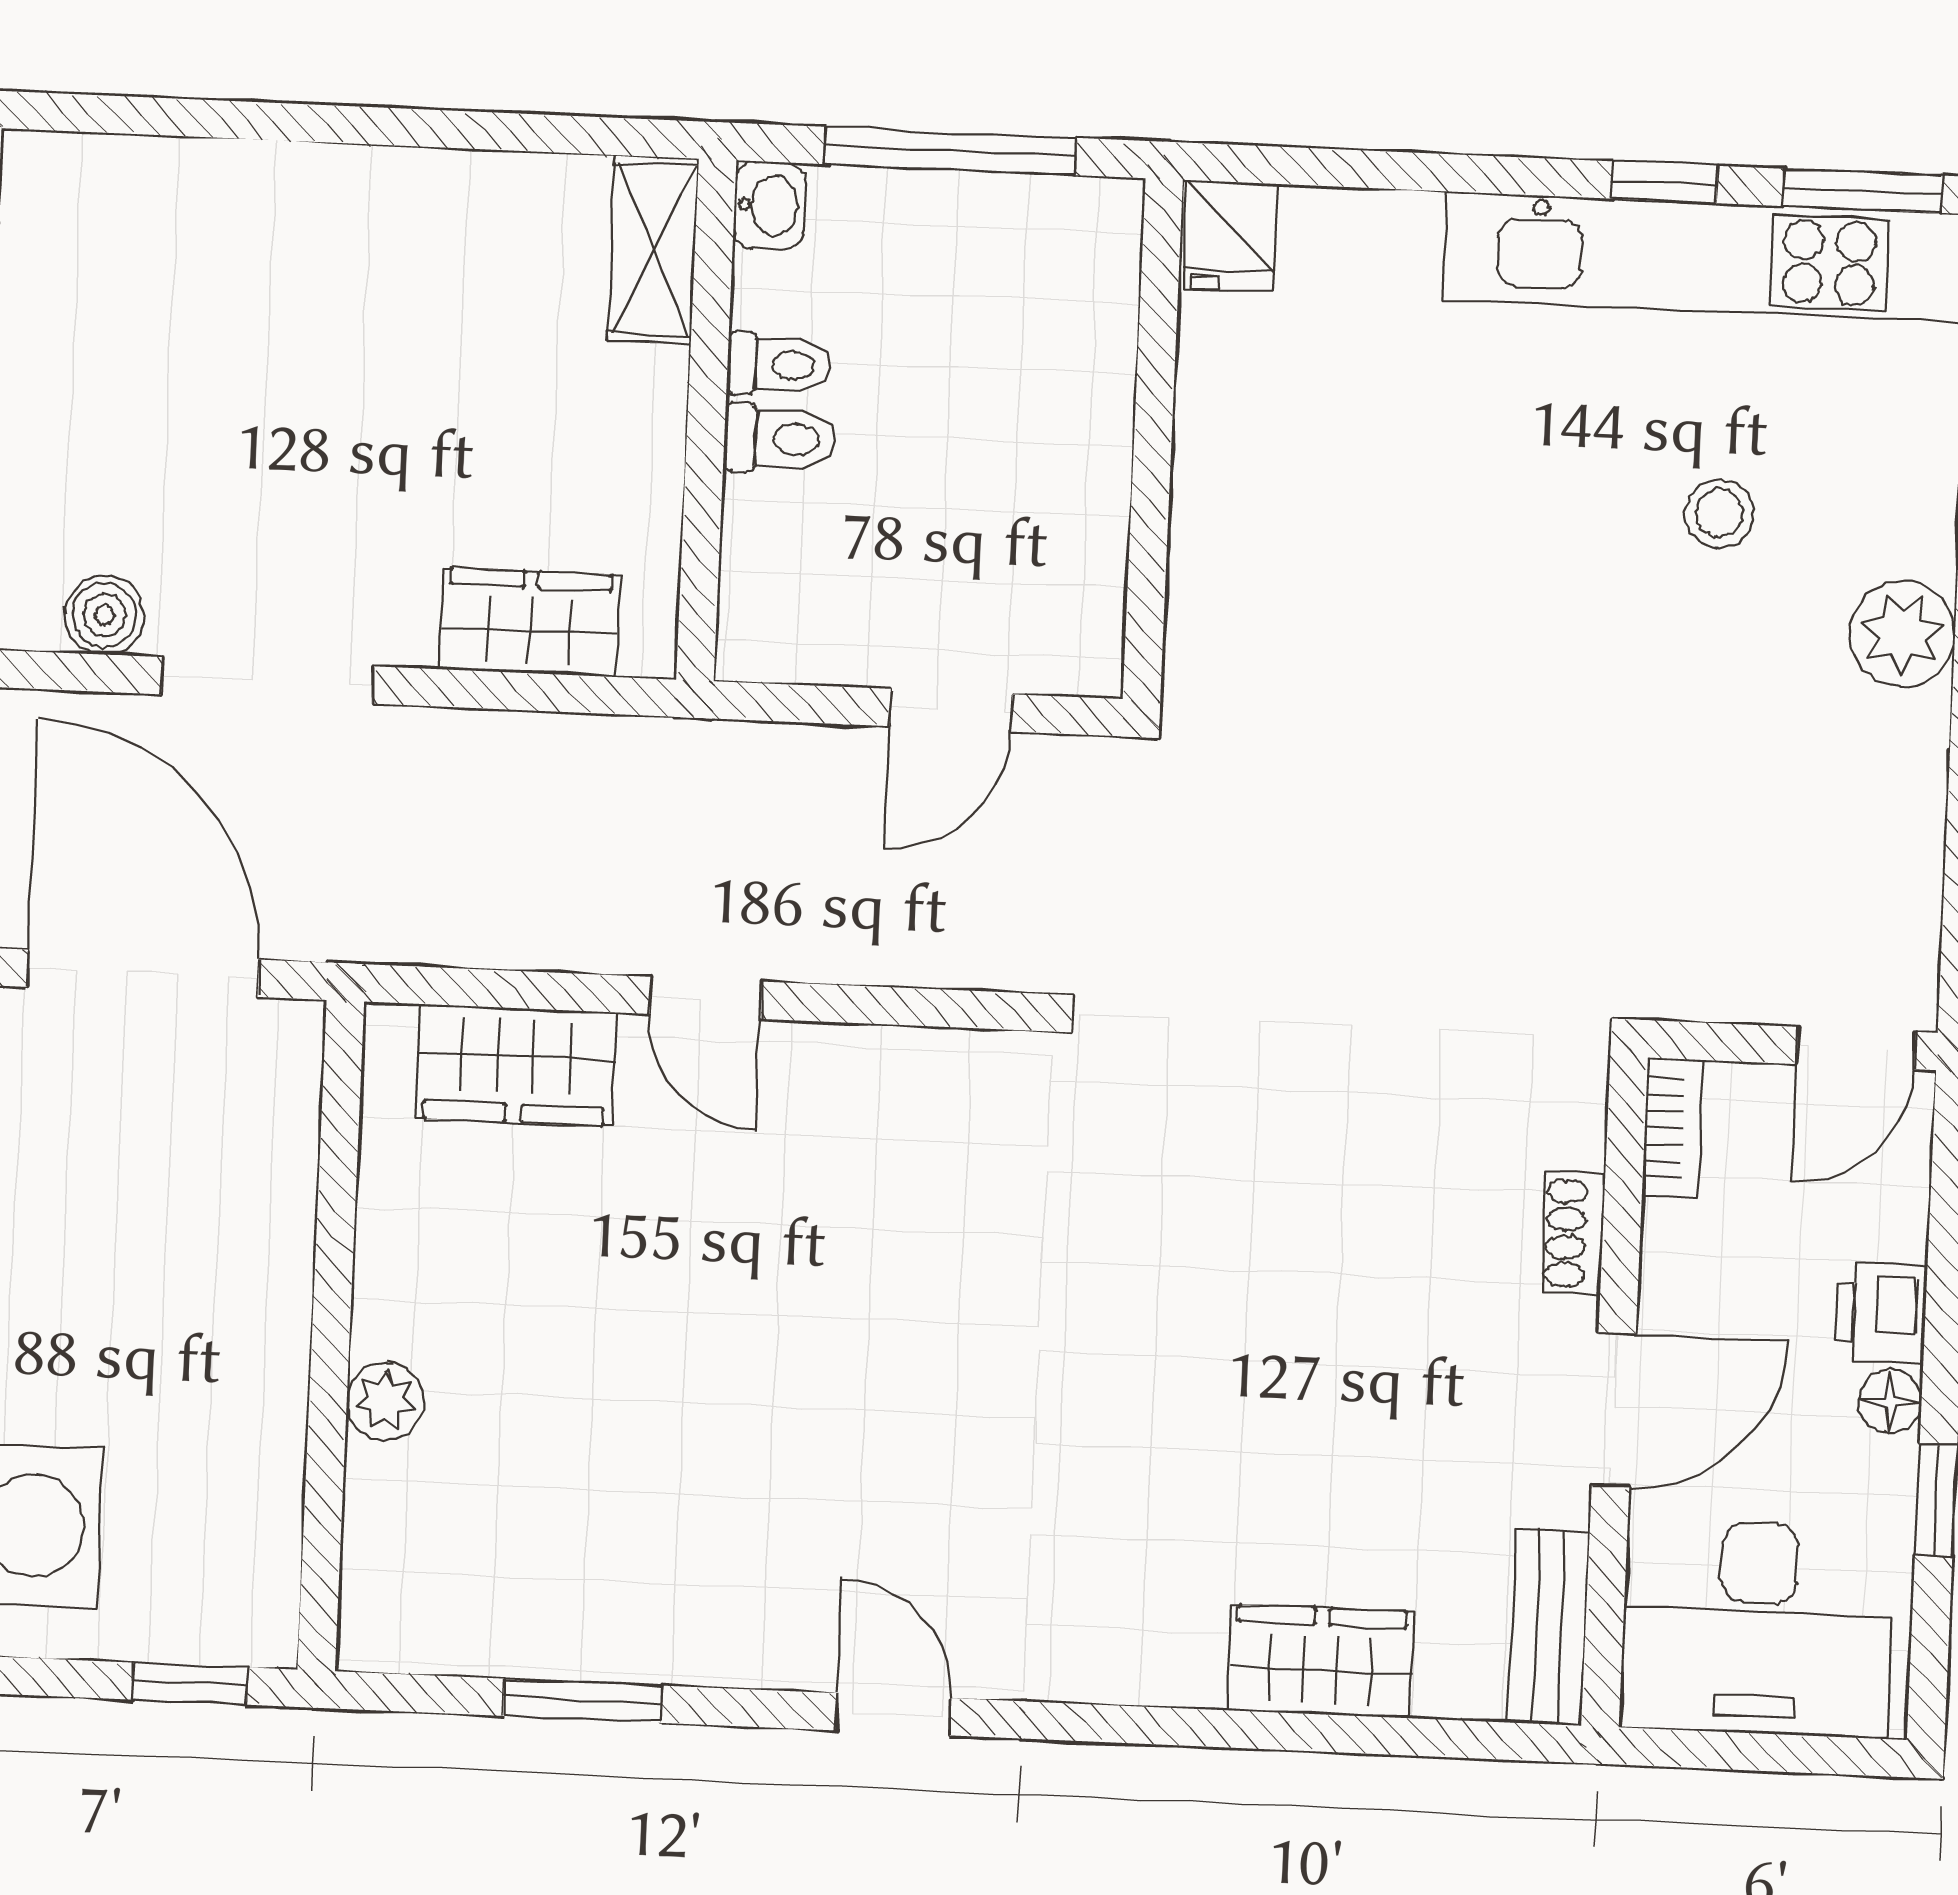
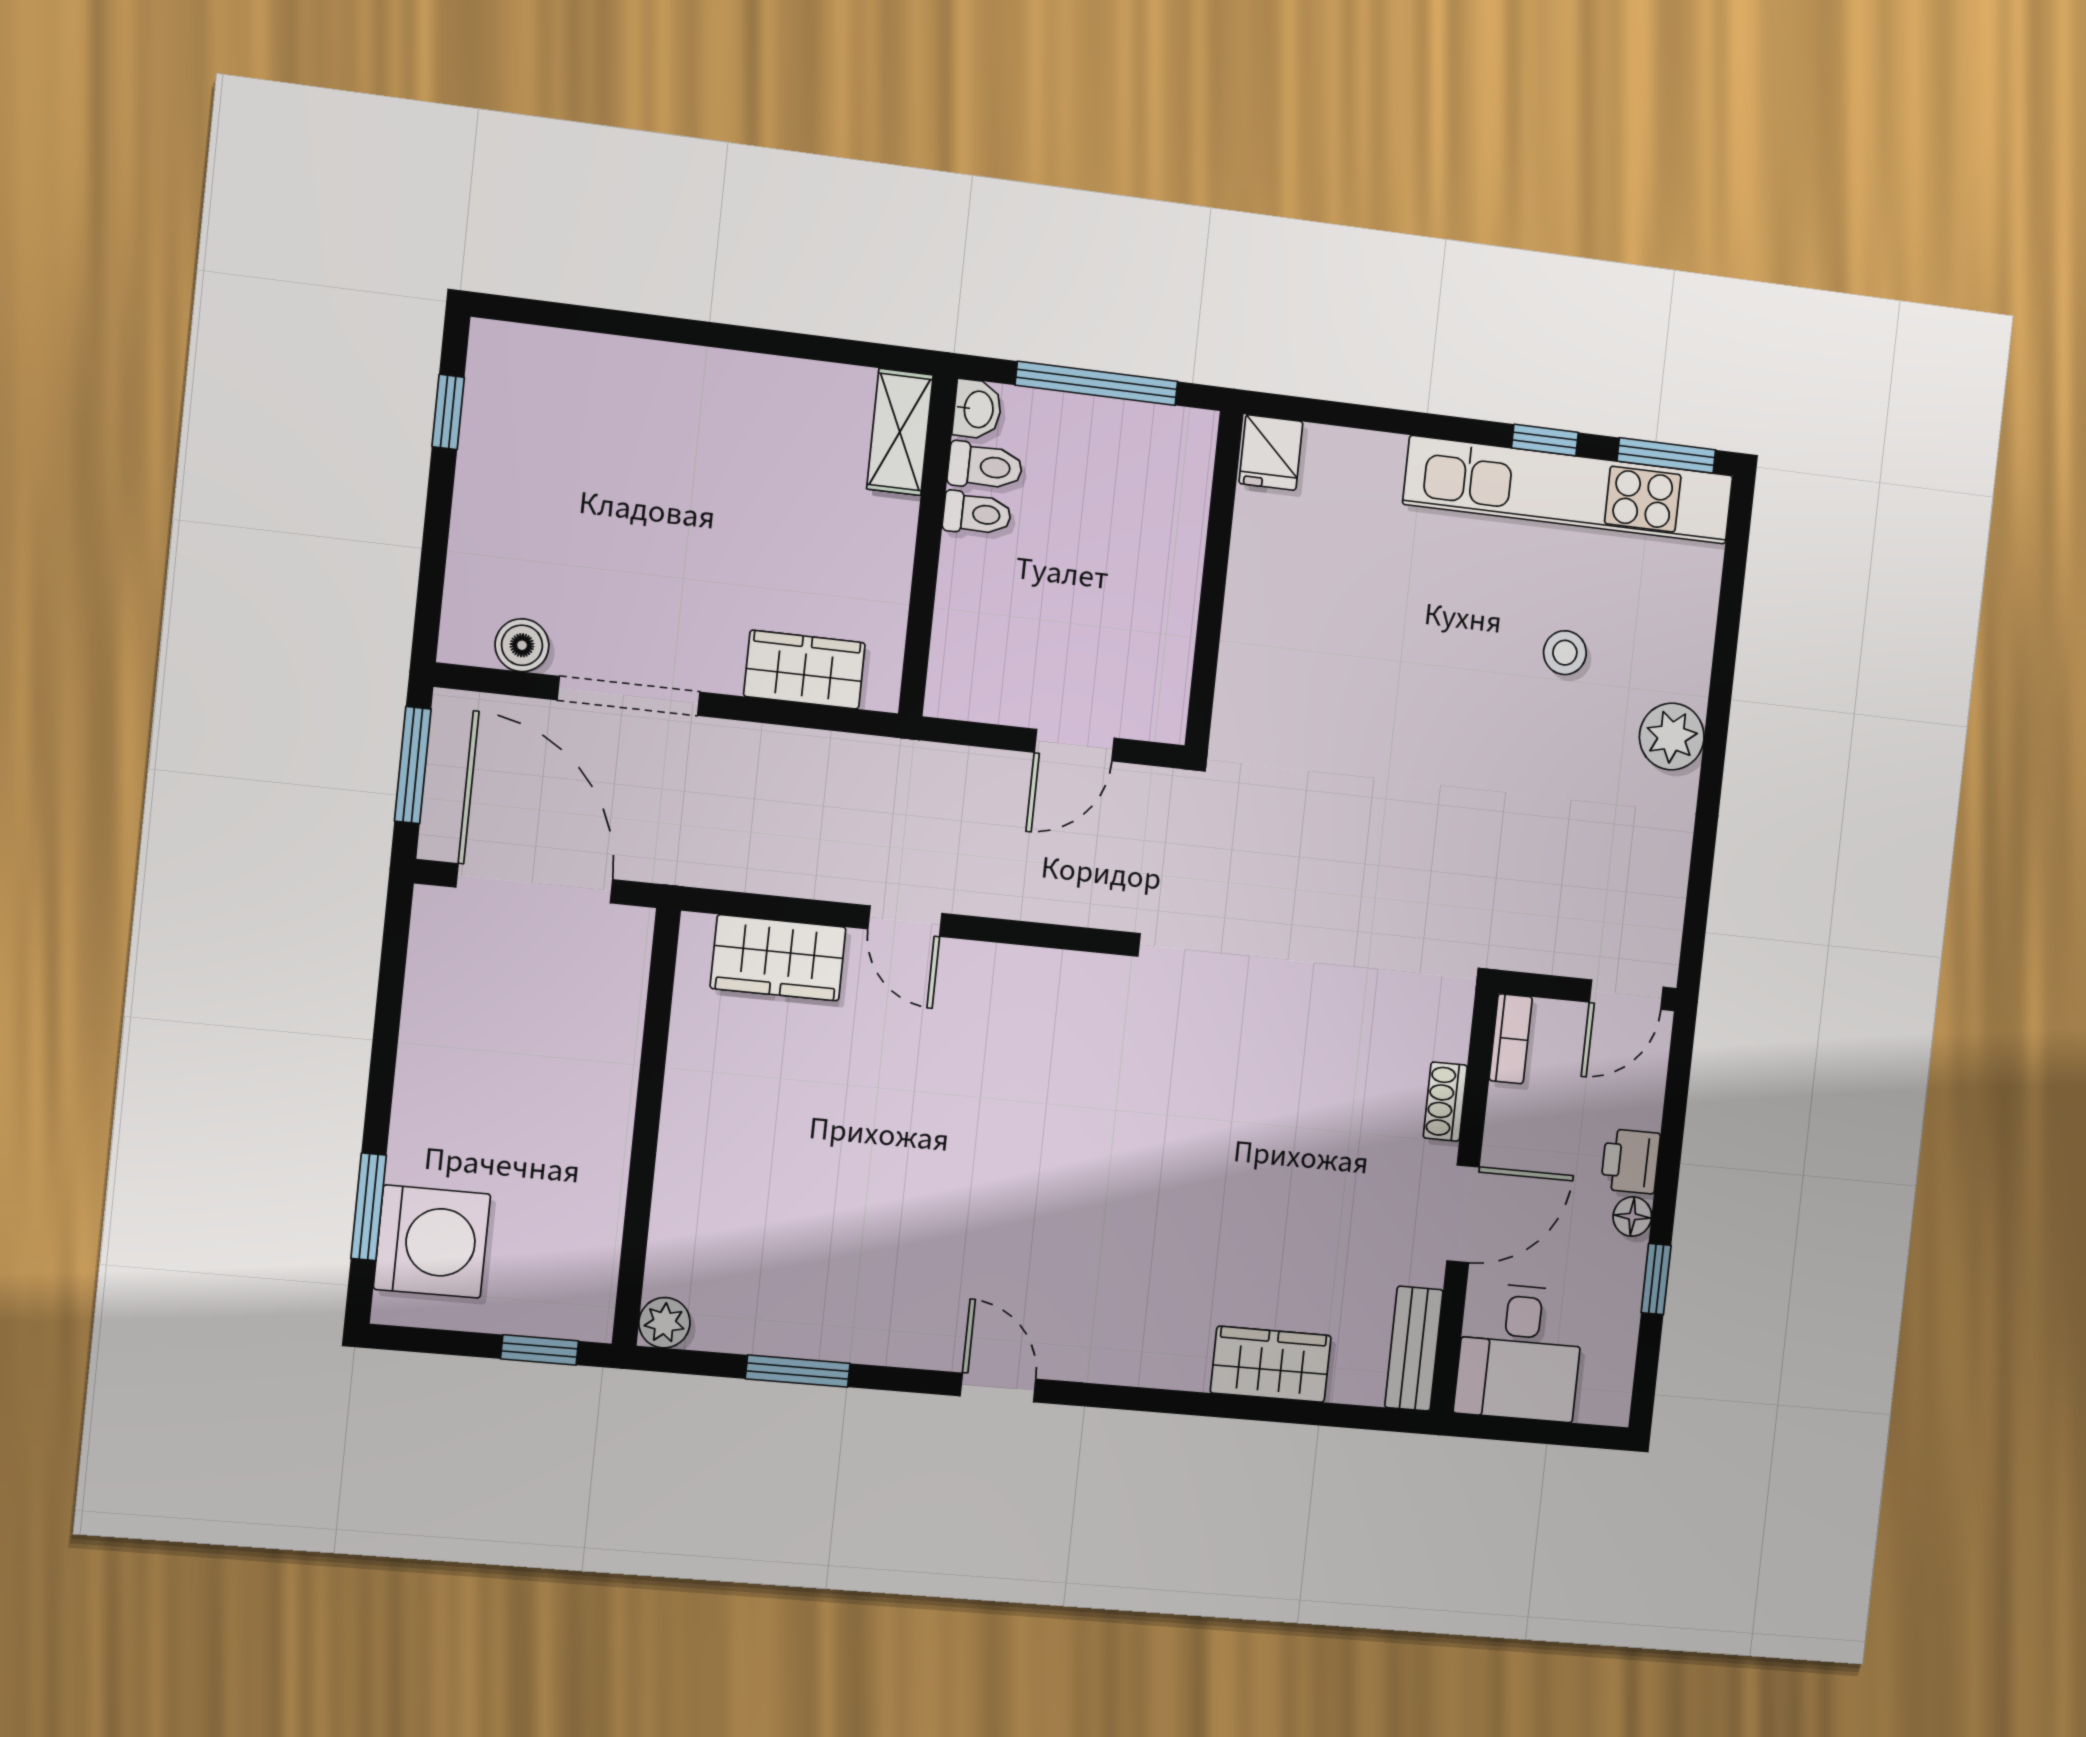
toilet: (780, 439) -> (985, 466), moved
plant: (385, 1401) -> (664, 1323), moved
desk: (1757, 1628) -> (1520, 1352), width x0.73

